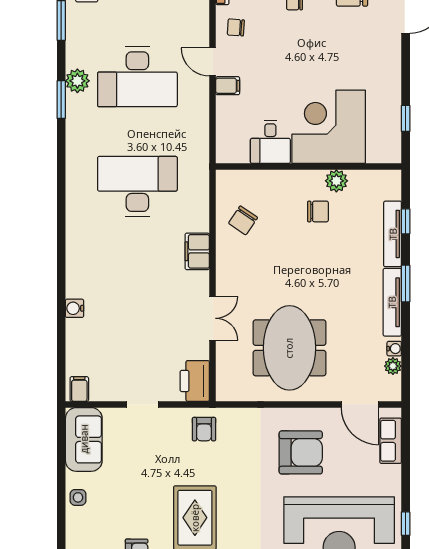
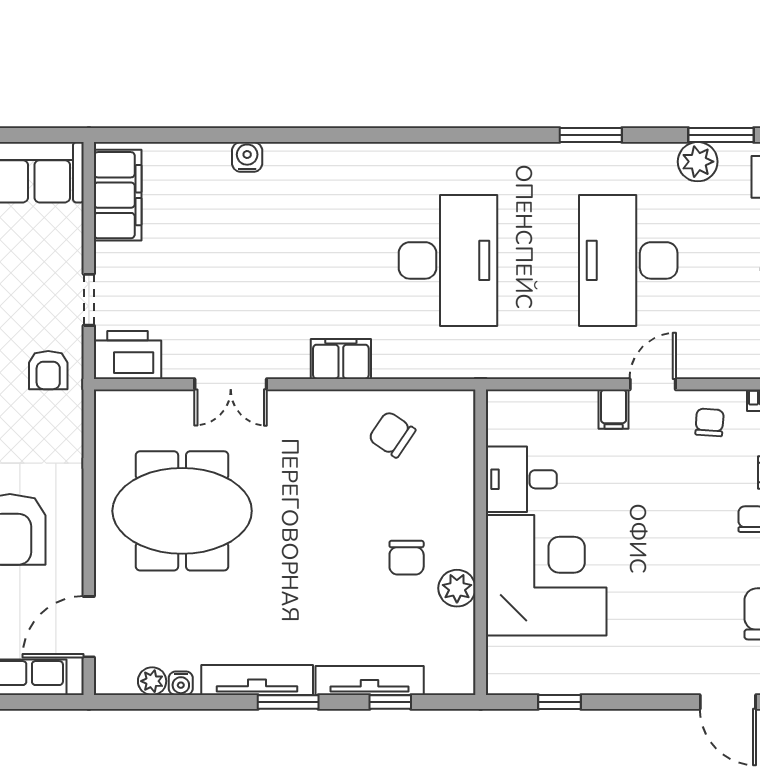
plant: (77, 81) -> (698, 162), moved
filing cabinet: (79, 389) -> (118, 195), width x3.00, depth x1.17
doorway: (143, 404) -> (89, 300), moved
armchair: (204, 429) -> (48, 370), turned -90

